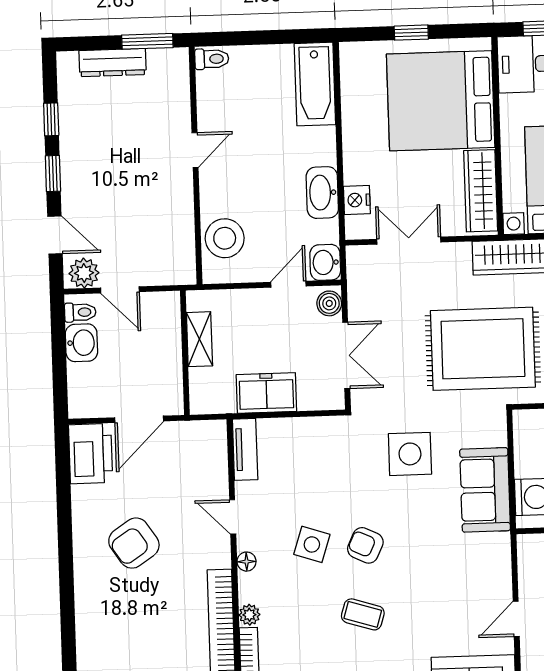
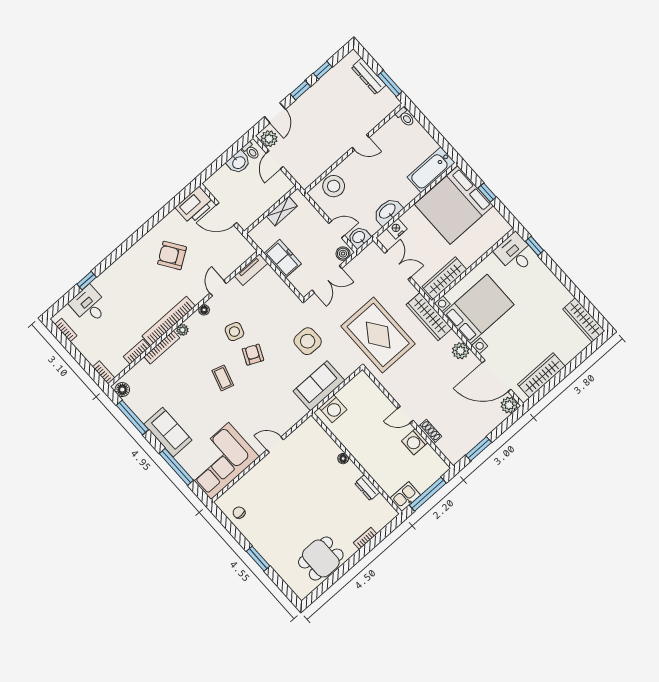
bed: (441, 101) -> (454, 205), moved, turned -90

